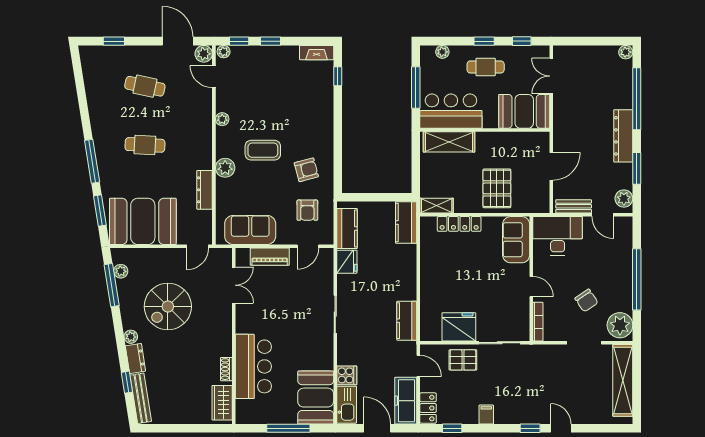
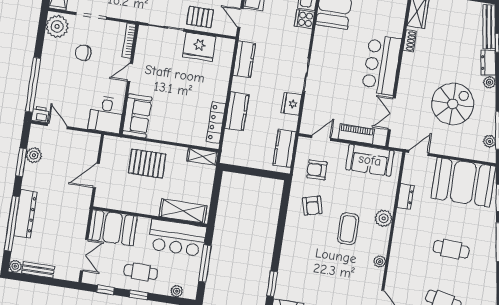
window: (338, 76) -> (272, 284), width x1.50
dresser: (623, 136) -> (25, 214), moved
coffee table: (263, 150) -> (348, 229), turned 90
armchair: (306, 170) -> (312, 206), turned -90
pallet: (497, 188) -> (147, 164), turned 90
dresser: (205, 190) -> (405, 196), width x0.70
plant: (624, 199) -> (34, 155), moved
bench: (574, 206) -> (38, 270), moved
armchair: (307, 210) -> (317, 170), turned -91
kitchen counter: (406, 222) -> (237, 111), moved
locker: (459, 224) -> (216, 123), moved, turned -90
printer: (624, 225) -> (40, 115), added
desk: (558, 236) -> (106, 115), width x0.73
fridge: (347, 262) -> (291, 104), moved
window: (637, 279) -> (33, 85), moved
door: (531, 286) -> (130, 73), hinge flipped
chair: (586, 301) -> (83, 53), turned -56
bar counter: (253, 366) -> (382, 65), moved

